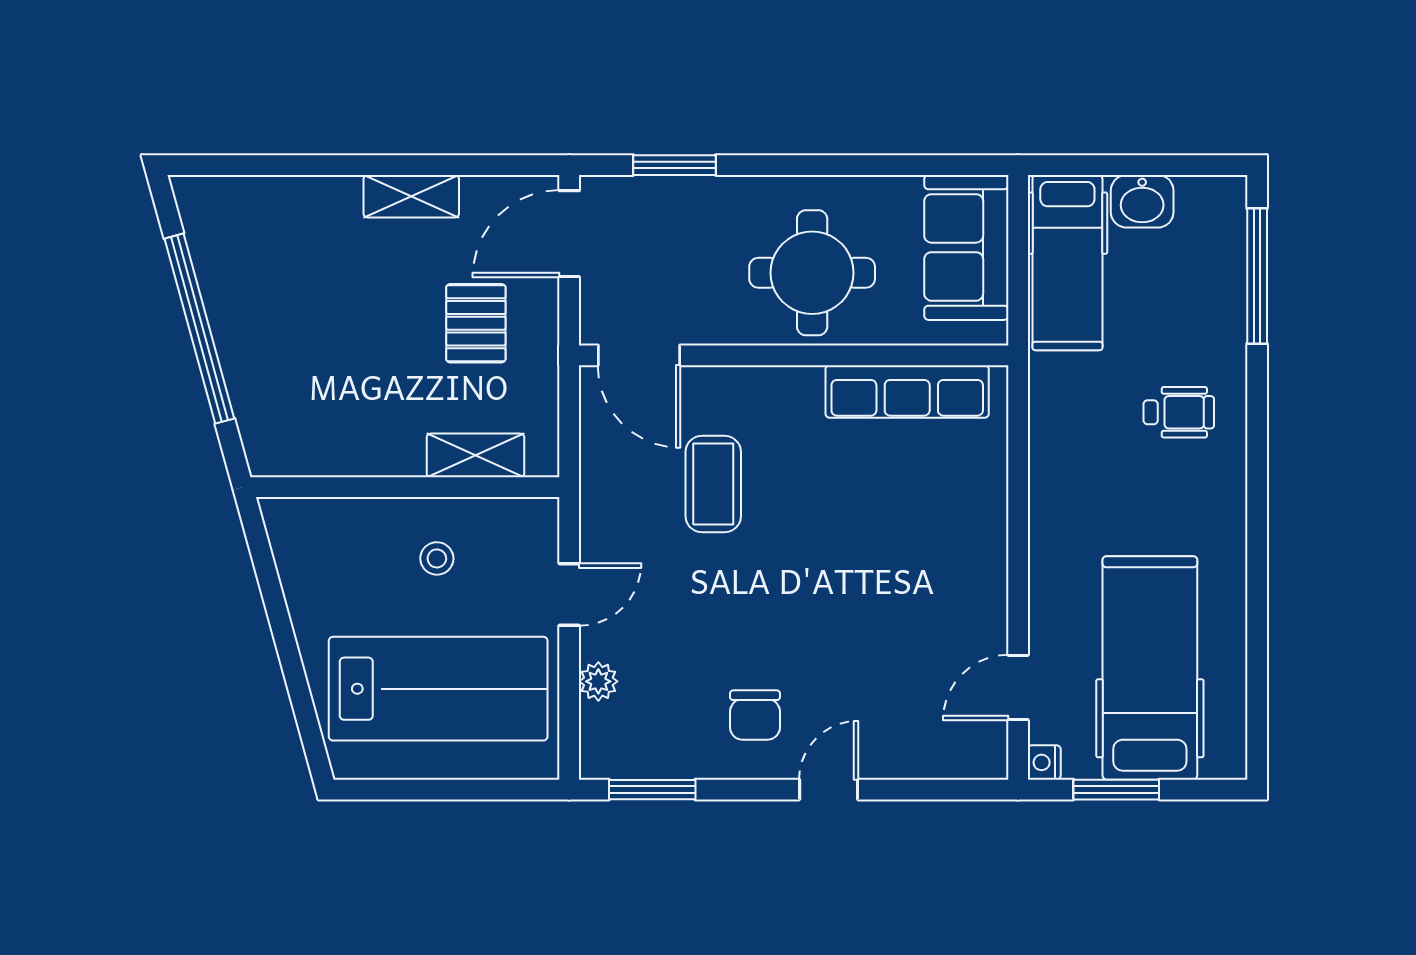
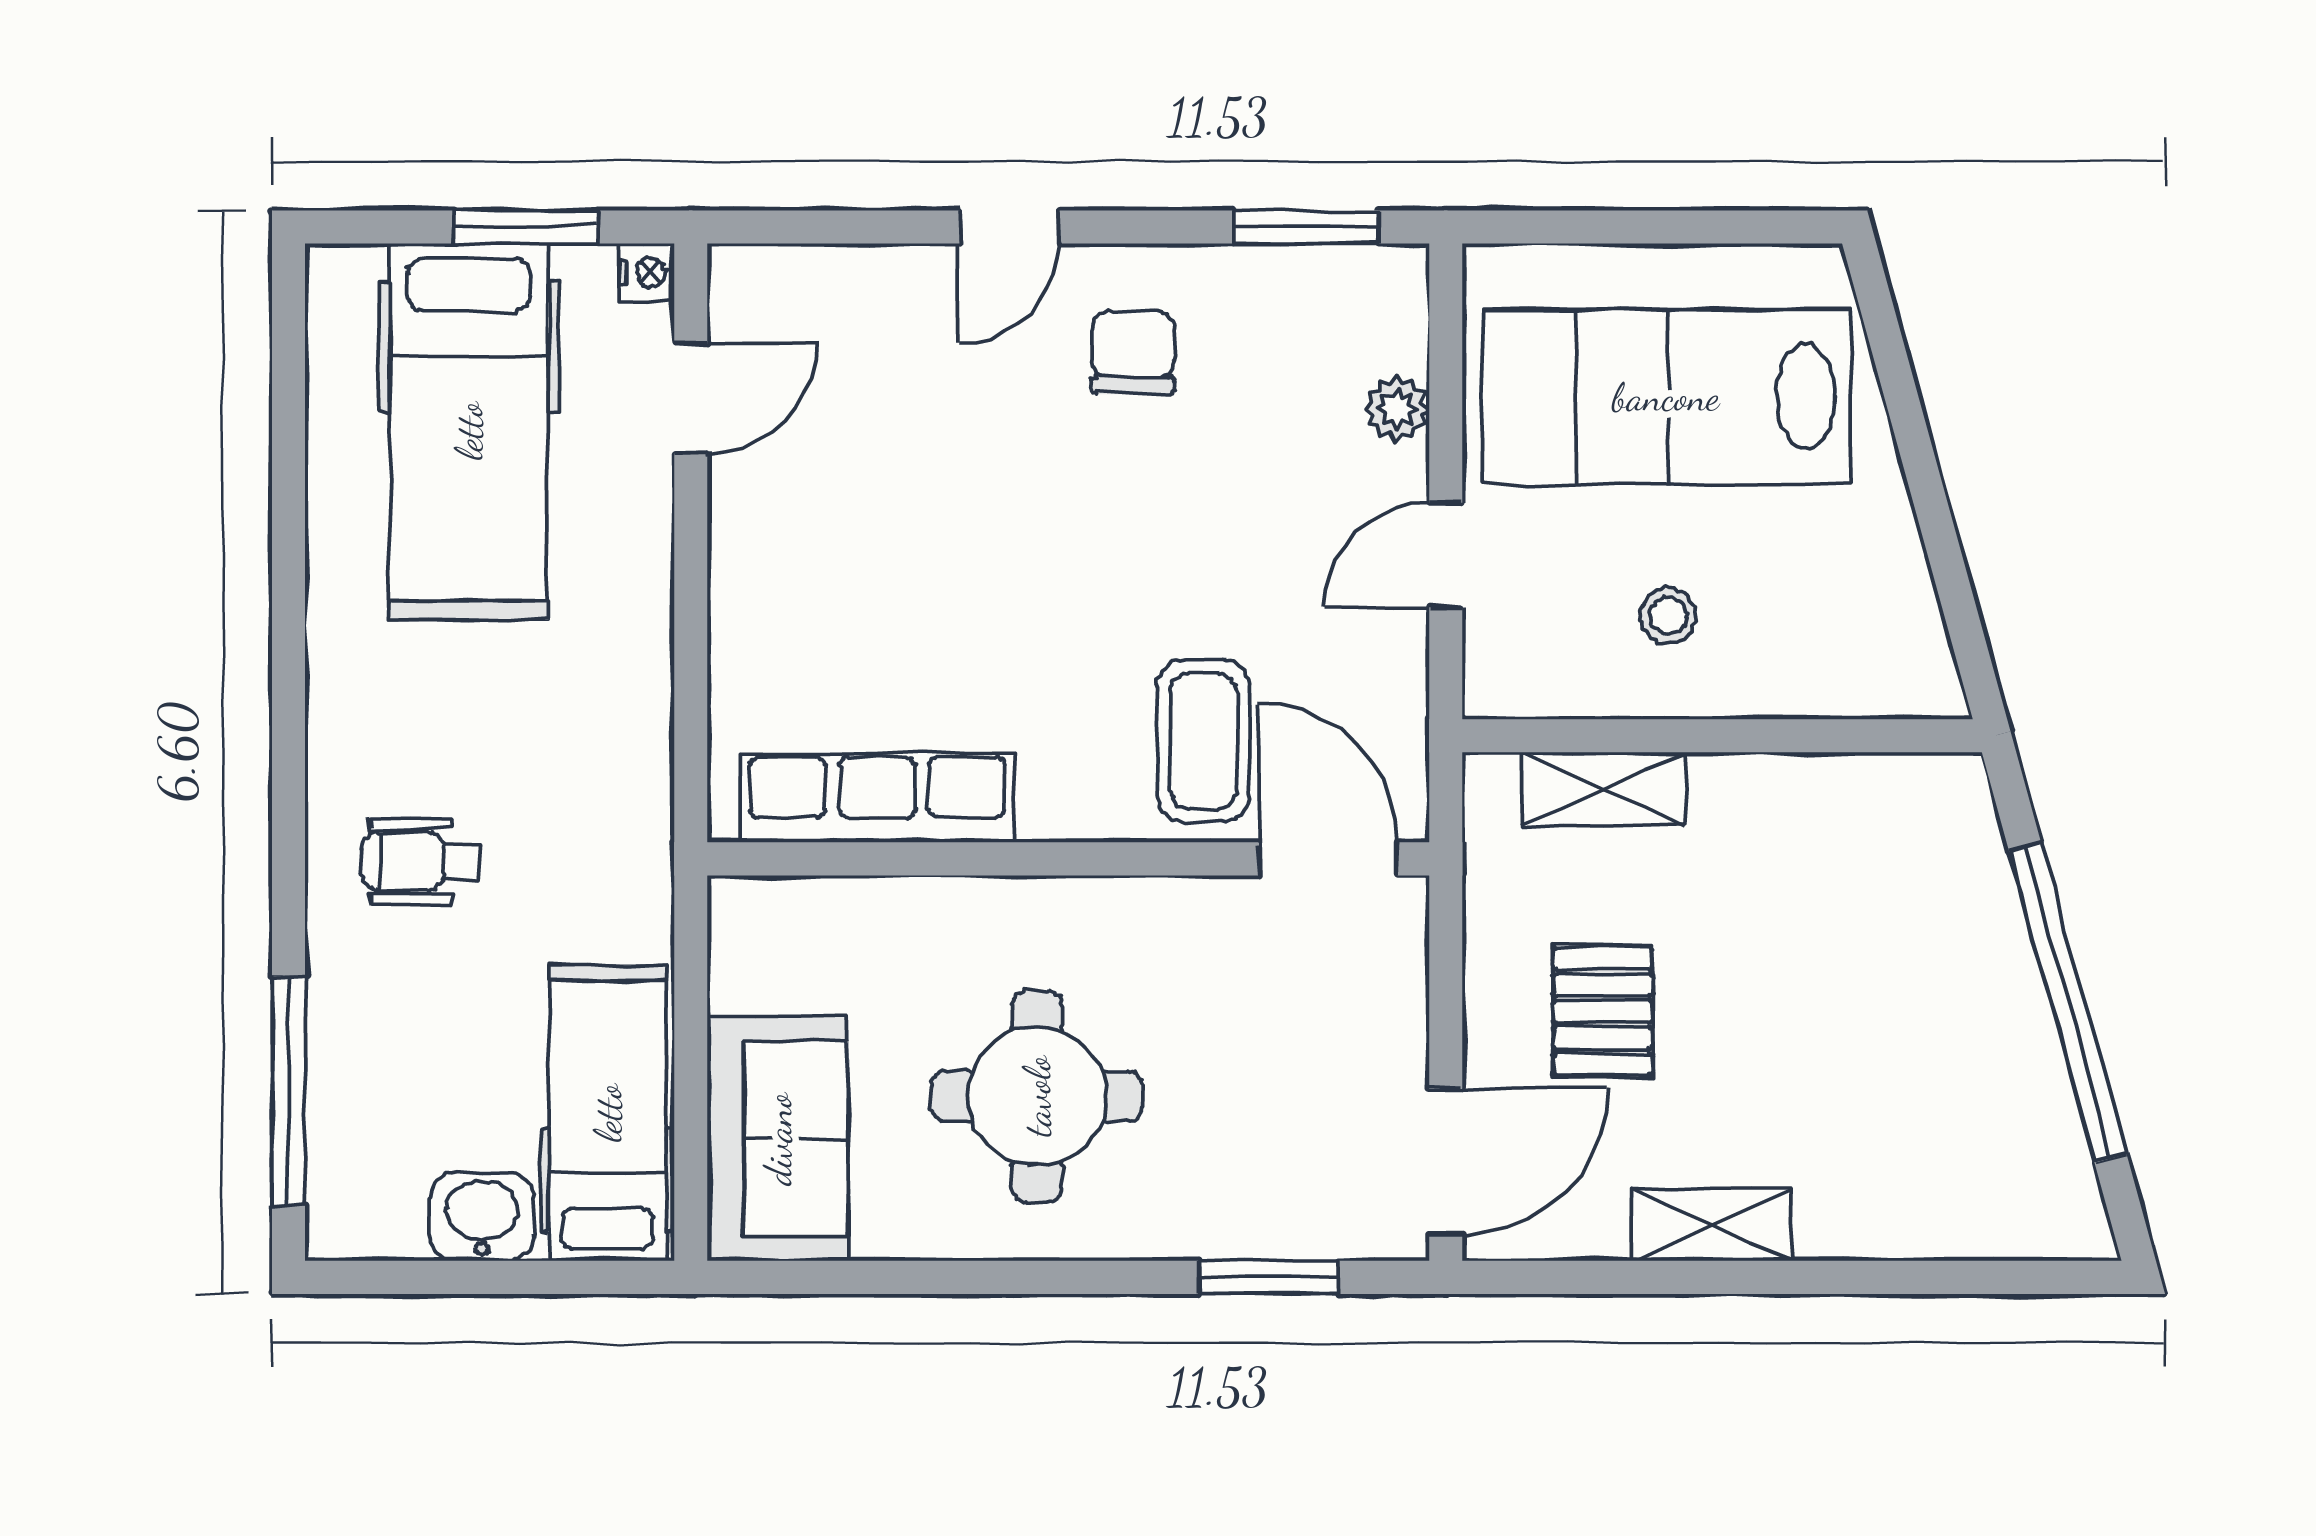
door: (639, 355) -> (1328, 859), moved
wall: (794, 355) -> (1068, 859), moved
row of seats: (907, 392) -> (877, 798), moved

